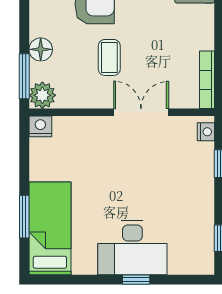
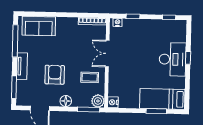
floor lamp: (41, 49) -> (66, 101), moved
coffee table: (109, 57) -> (90, 77), moved

